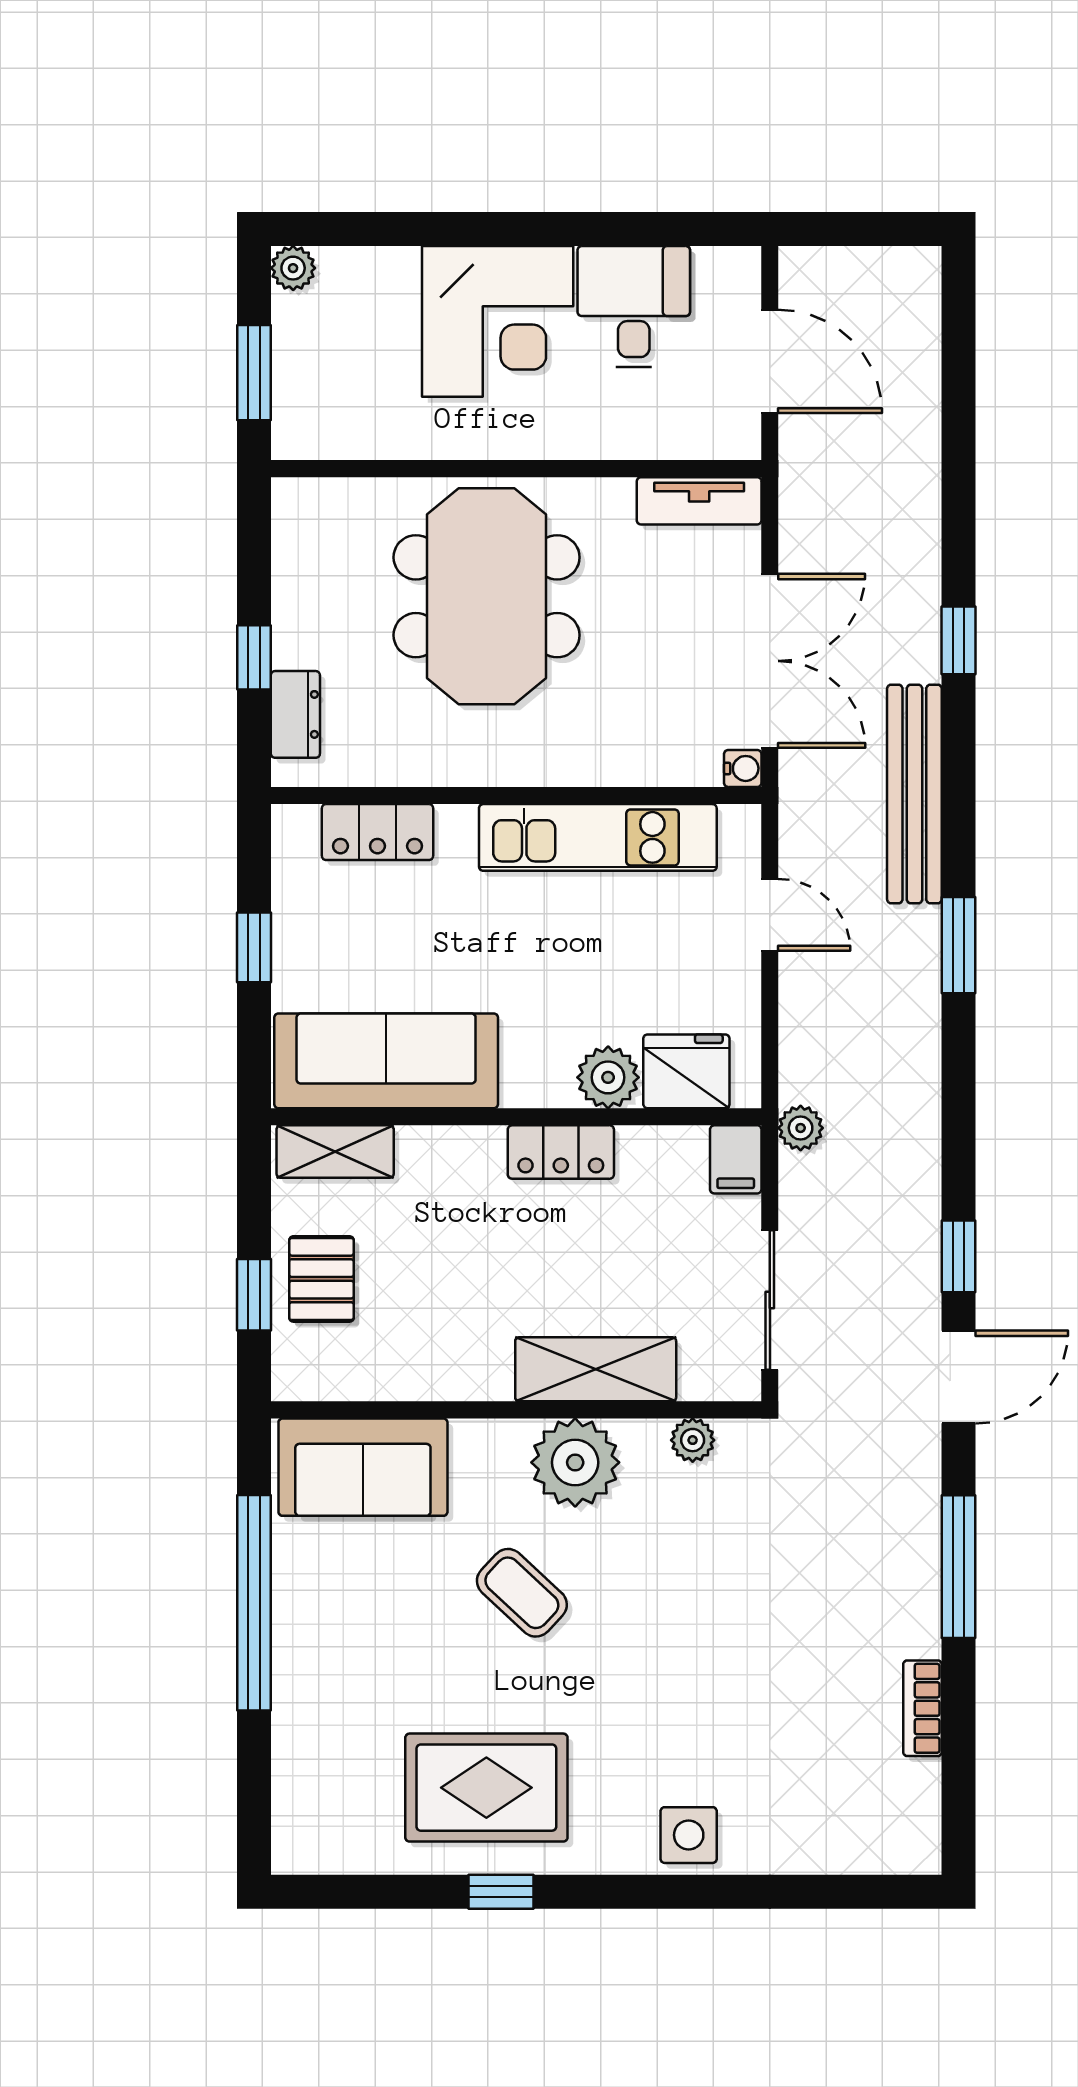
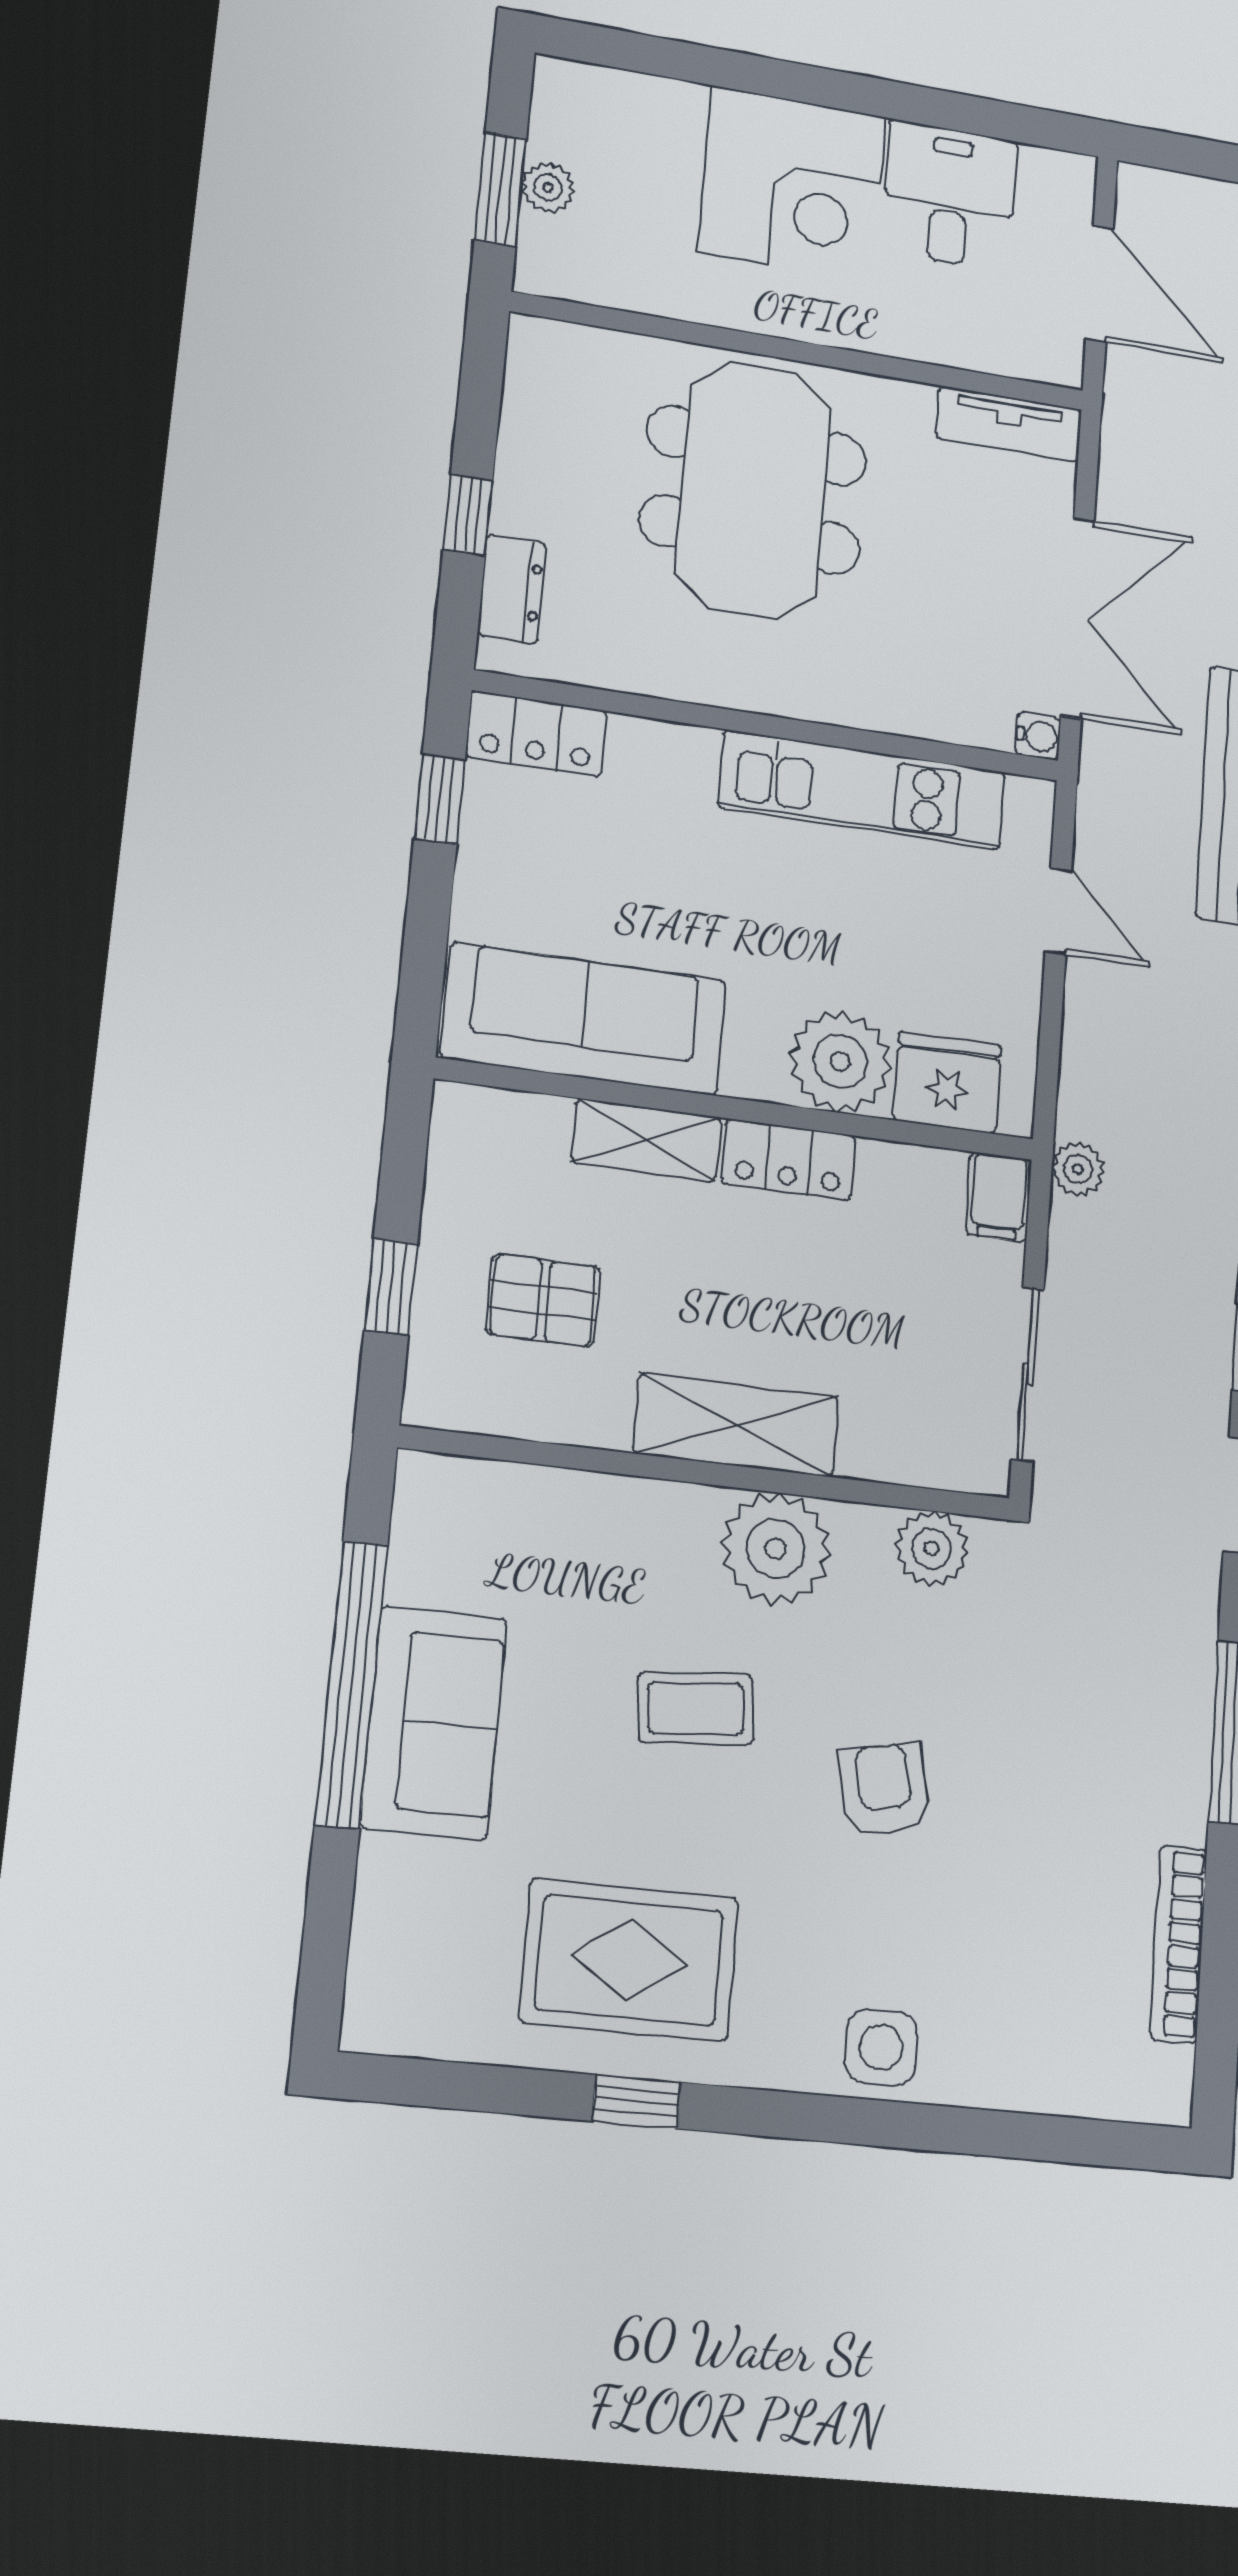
plant: (293, 268) -> (548, 187), moved
locker: (377, 832) -> (536, 734), moved
window: (254, 947) -> (440, 799), moved
plant: (608, 1077) -> (840, 1061), width x1.36, depth x1.36
shelving: (335, 1152) -> (647, 1140), moved
pallet: (321, 1279) -> (543, 1300), moved, turned 90
shelving: (596, 1369) -> (736, 1425), moved
plant: (693, 1440) -> (932, 1549), width x1.38, depth x1.38
sofa: (363, 1467) -> (434, 1723), moved, turned -90
coffee table: (522, 1593) -> (696, 1708), turned -48
armchair: (676, 1639) -> (884, 1789), added
bookcase: (922, 1708) -> (1179, 1944), width x1.56

